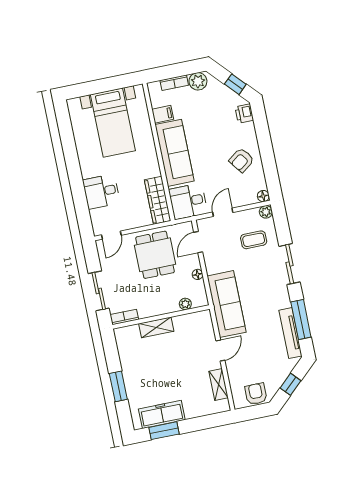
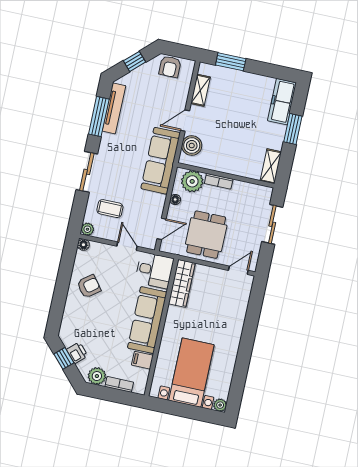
plant: (74, 104) -> (220, 405), added
printer: (244, 114) -> (77, 353), moved, turned -43
desk: (101, 191) -> (230, 314), removed
door: (223, 212) -> (127, 246), swing flipped
plant: (185, 304) -> (192, 181), width x1.88, depth x1.88
bookcase: (124, 317) -> (219, 181), moved
shelving: (156, 327) -> (271, 166), moved, turned 90
boiler: (204, 330) -> (192, 146), added
freezer: (162, 414) -> (282, 102), moved, turned 90
window: (164, 431) -> (231, 62), moved

